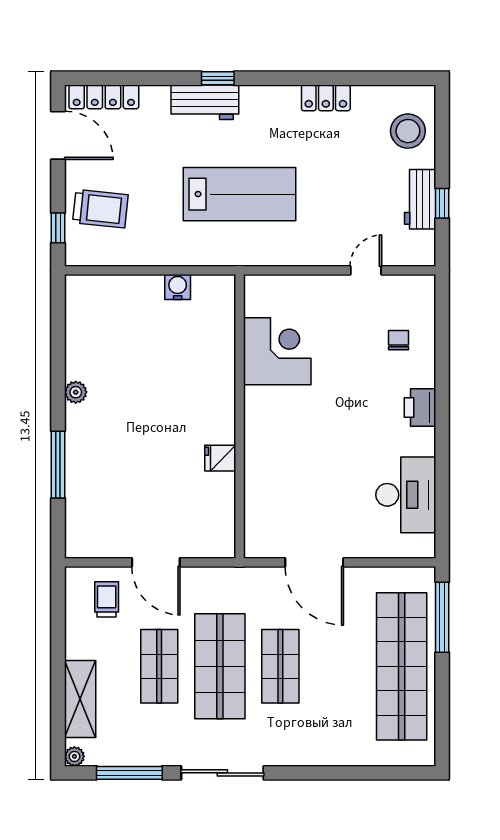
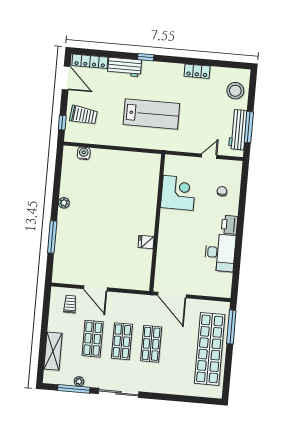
workbench: (205, 102) -> (125, 67), moved
workbench: (420, 199) -> (238, 130), width x1.38
window: (442, 203) -> (249, 127), width x2.17
water cooler: (178, 287) -> (84, 153), moved
corner desk: (277, 351) -> (178, 193), moved
wall: (240, 416) -> (157, 223), moved
fridge: (220, 458) -> (146, 242), moved
desk: (406, 495) -> (220, 253), moved
shop shelf: (220, 666) -> (122, 341), width x0.70, depth x0.74
plant: (74, 756) -> (79, 381), moved

